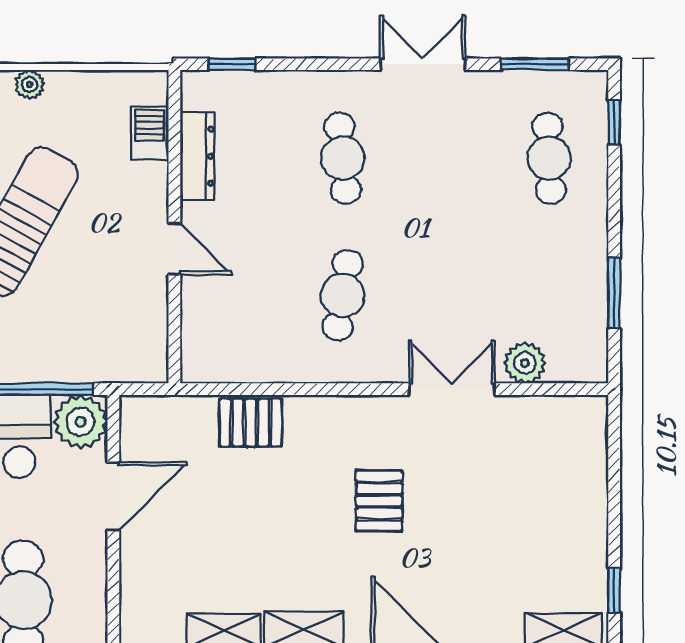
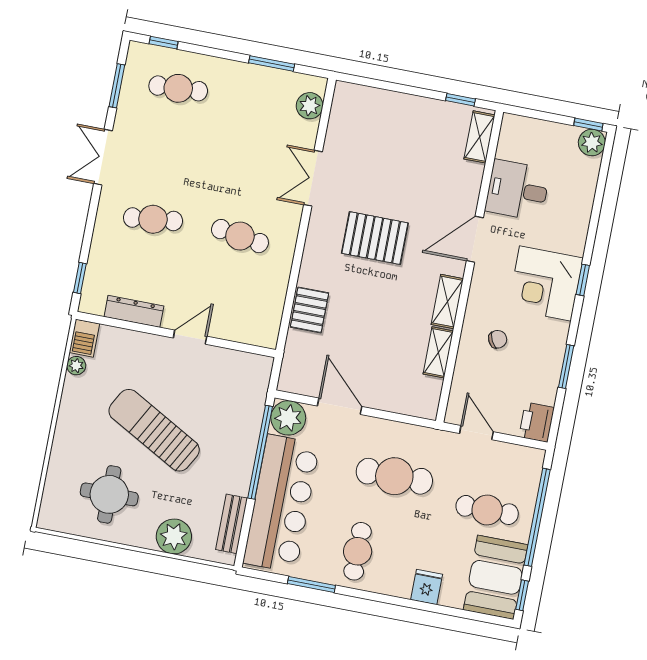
plant: (30, 84) -> (76, 366), moved
barbecue: (150, 133) -> (84, 338), moved, turned -90
plant: (525, 363) -> (310, 106), moved
pallet: (379, 501) -> (375, 238), width x1.50, depth x1.42

